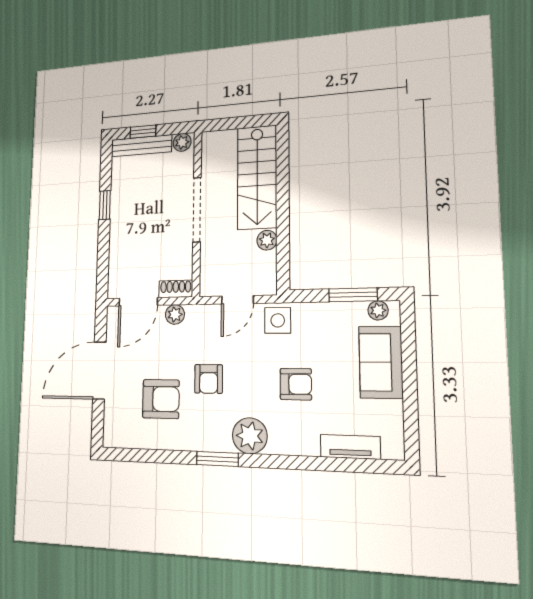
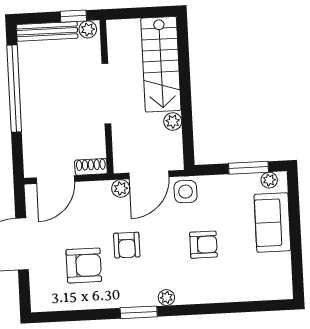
window: (143, 132) -> (73, 16), moved
window: (105, 205) -> (14, 89), width x3.17
door: (237, 300) -> (149, 175), width x1.38
plant: (175, 314) -> (121, 188), moved
plant: (250, 436) -> (166, 298), width x0.53, depth x0.53
tv unit: (350, 447) -> (250, 292), removed

